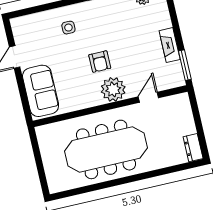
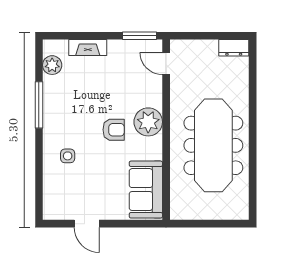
fireplace: (170, 45) -> (88, 47), moved
sofa: (41, 91) -> (146, 190), moved, turned -90
door: (148, 97) -> (166, 64), moved

